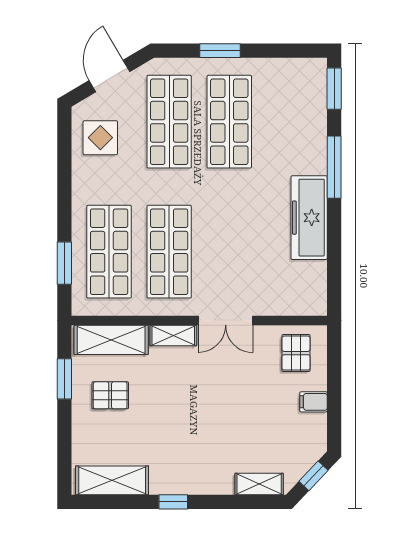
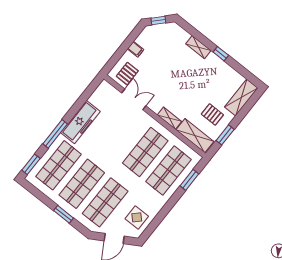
shop shelf: (289, 122) -> (59, 165), added
double door: (226, 320) -> (134, 99), moved
shelving: (112, 480) -> (241, 97), moved, turned 90
shelving: (259, 484) -> (198, 47), moved

